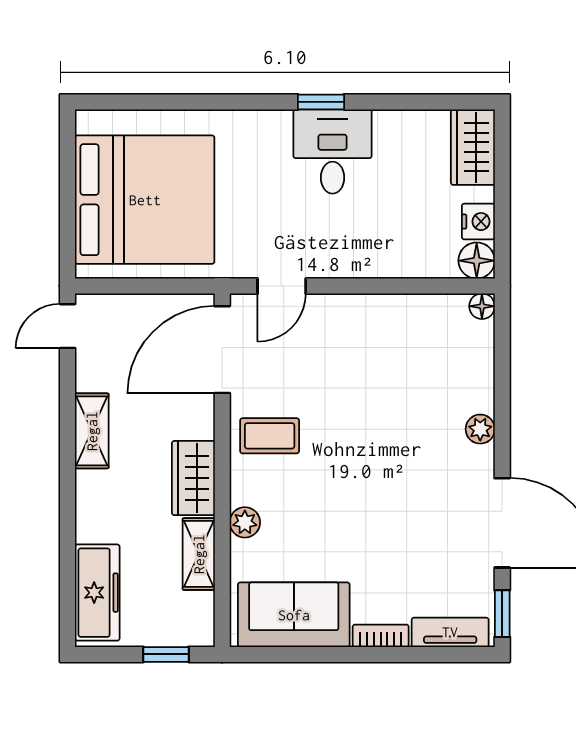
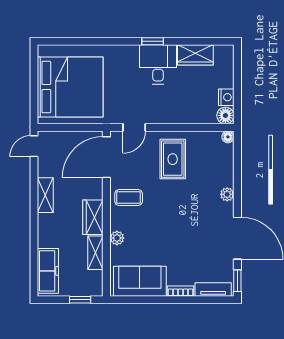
wardrobe: (473, 147) -> (195, 55), moved, turned -90
rug: (364, 354) -> (173, 159), added

